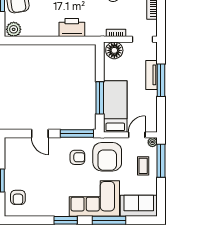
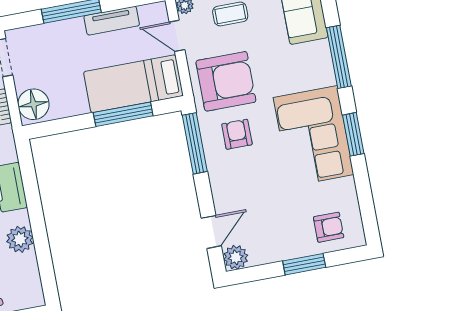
plant: (14, 29) -> (20, 239), moved
tv unit: (152, 75) -> (112, 21), moved
door: (40, 134) -> (211, 232), moved
plant: (11, 144) -> (236, 257), added
corner sofa: (94, 199) -> (313, 136), moved

